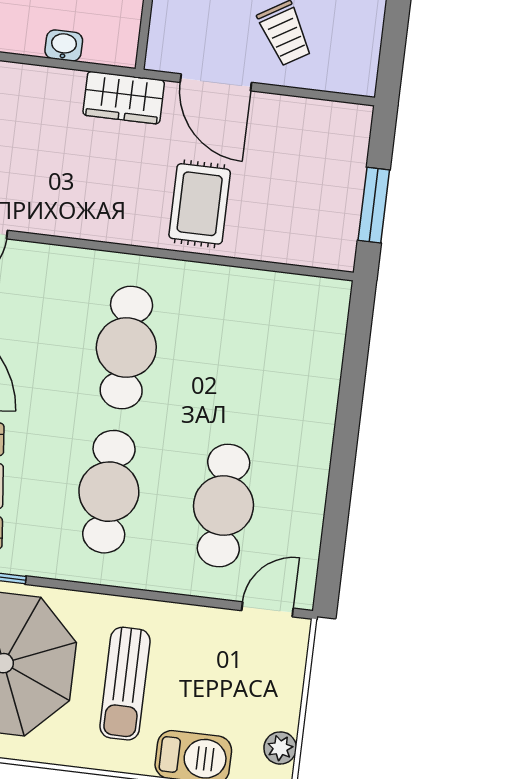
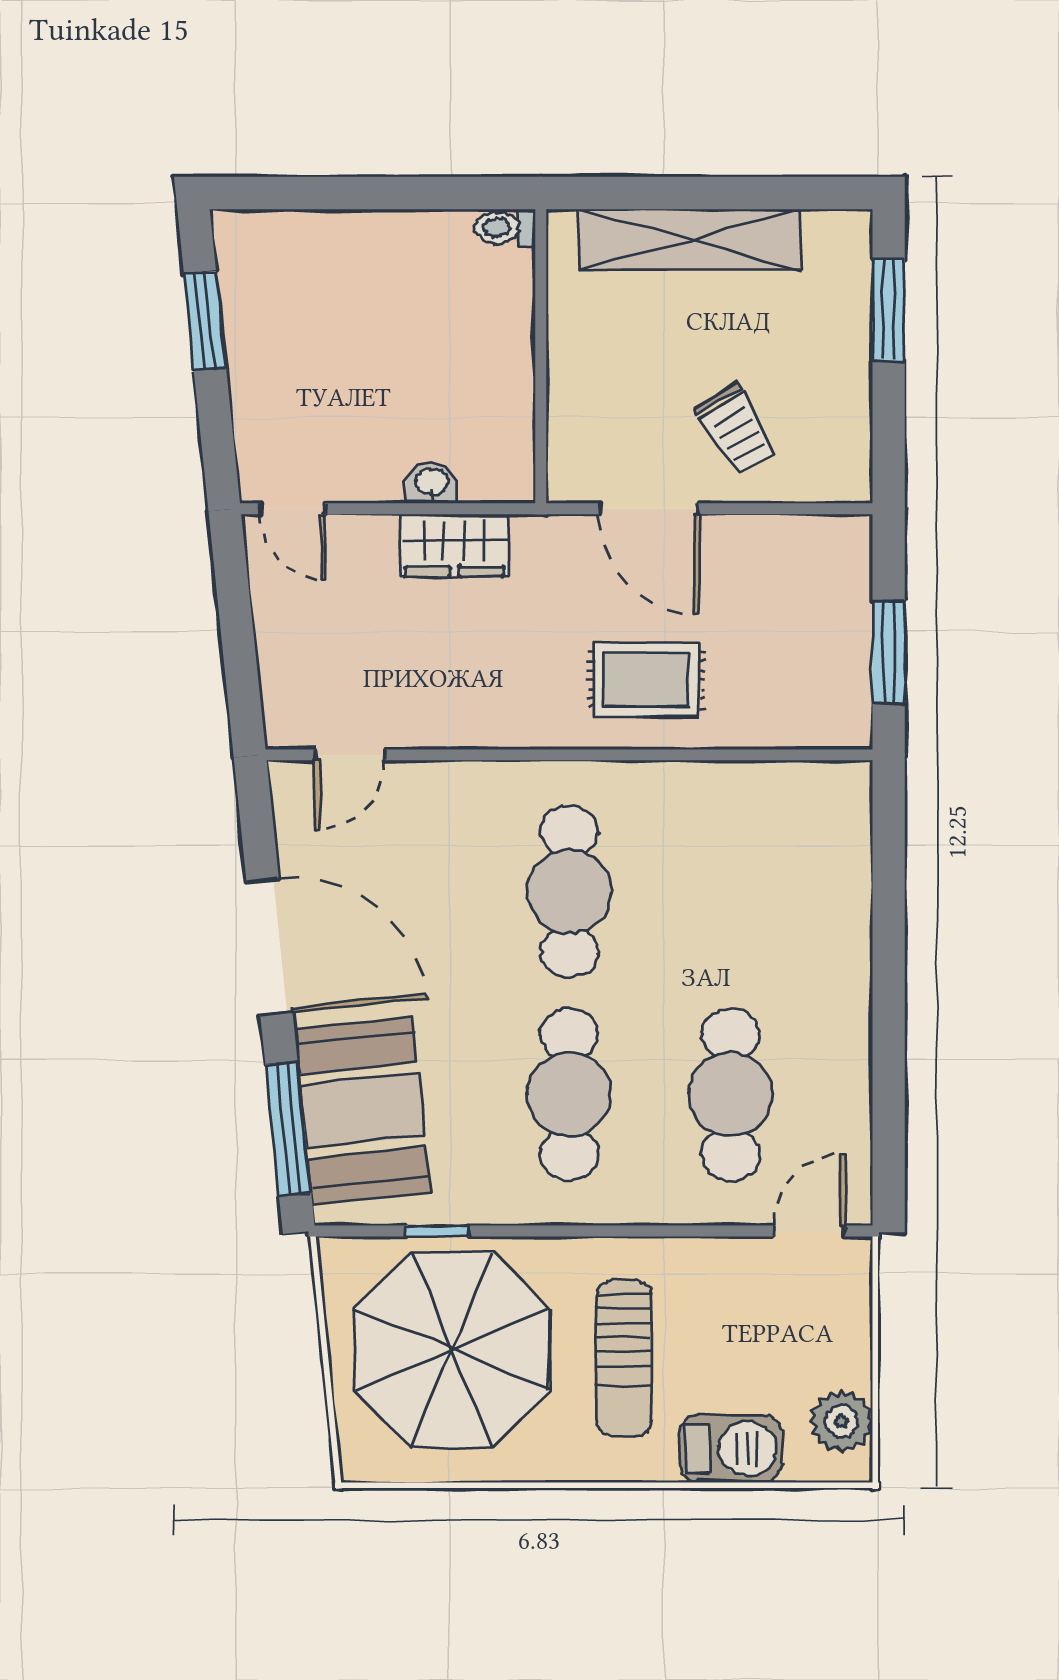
wardrobe: (124, 98) -> (454, 545), moved
rug: (200, 204) -> (647, 680), turned 90
plant: (280, 748) -> (841, 1421), width x1.38, depth x1.38

